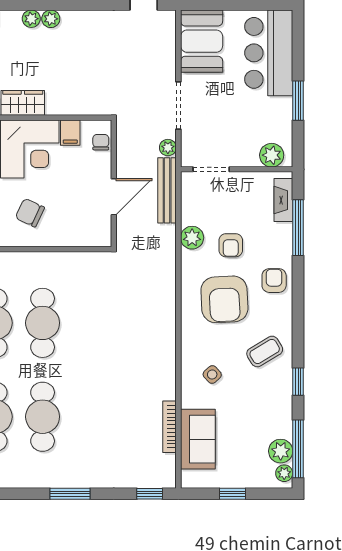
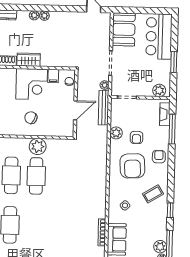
plant: (44, 267) -> (38, 146), added
cafe table: (43, 417) -> (35, 225), removed

